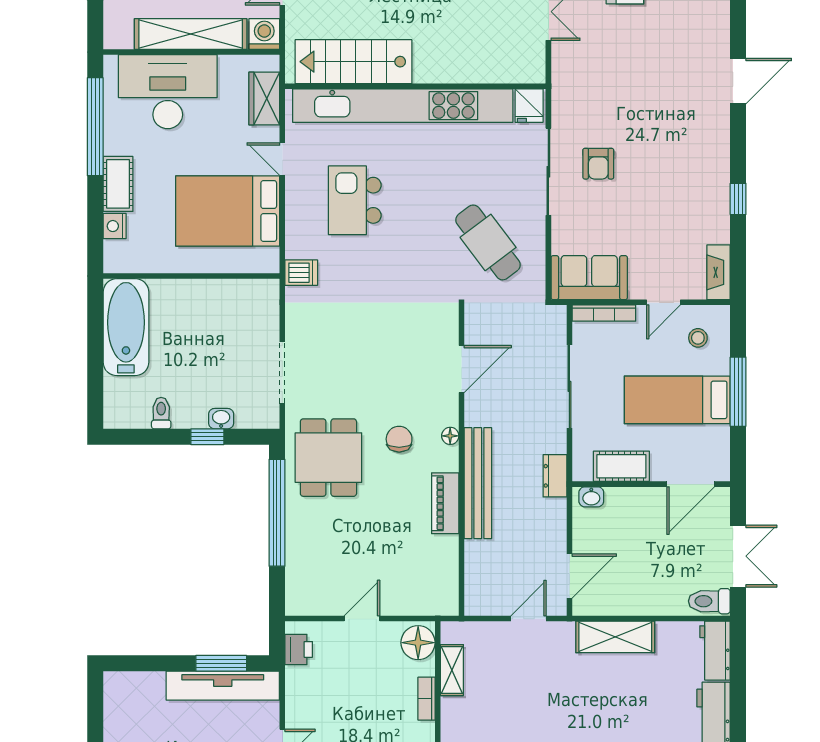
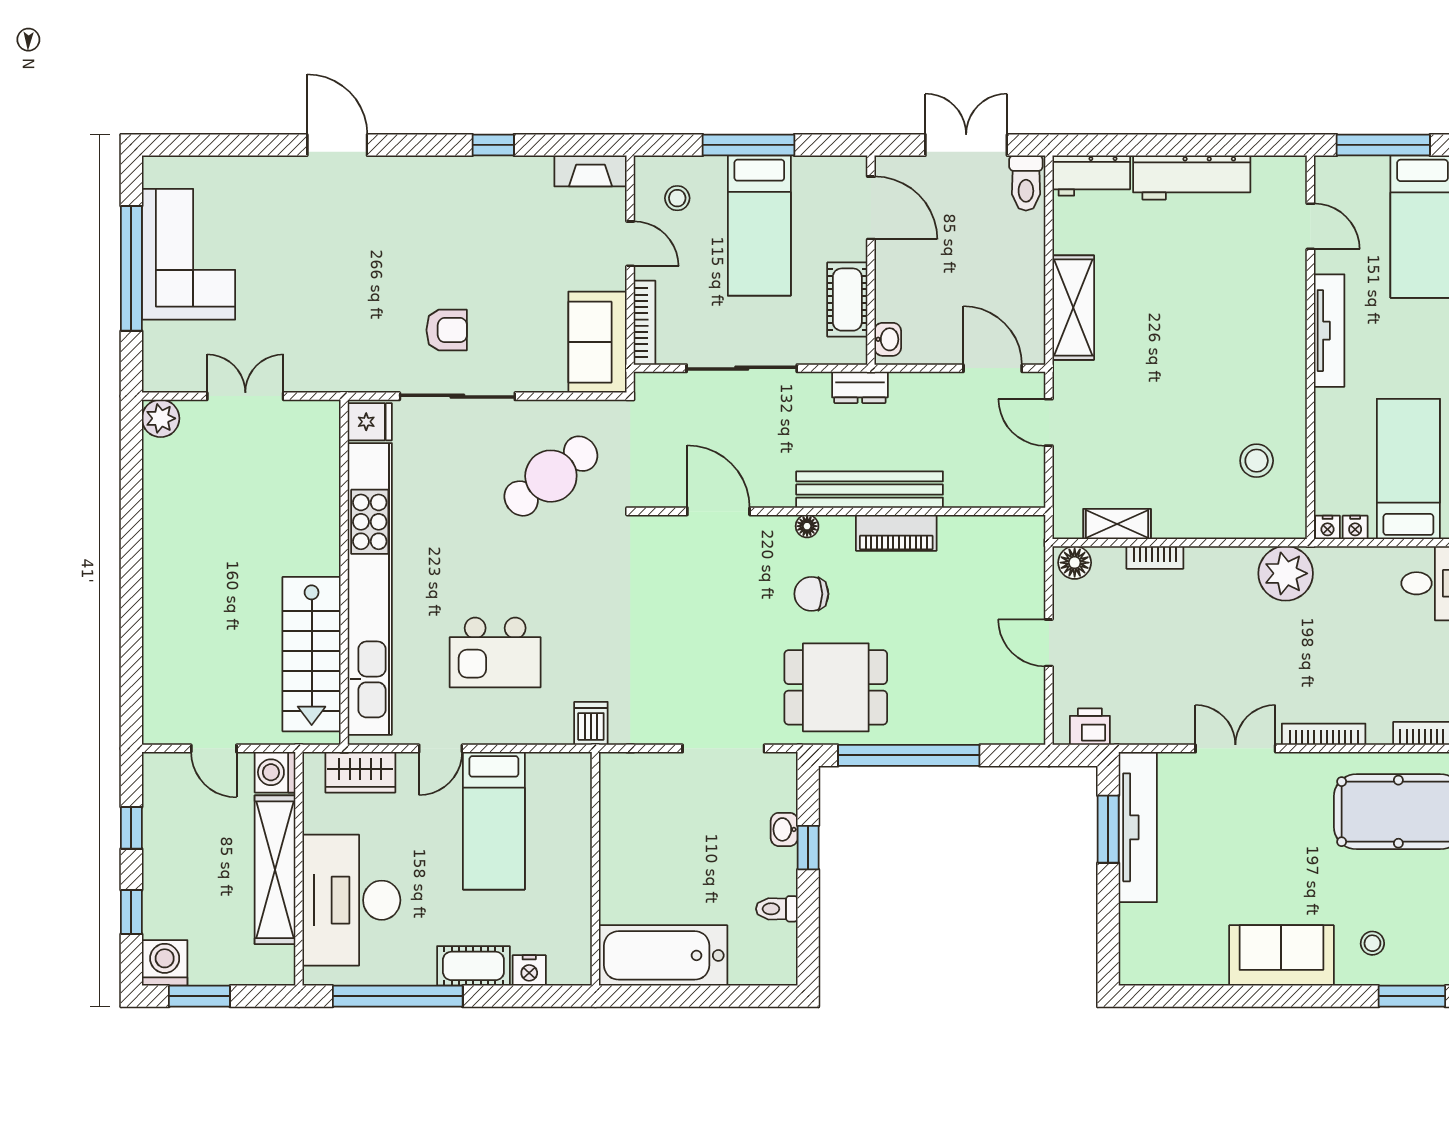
bed: (228, 211) -> (494, 821), width x0.67
floor lamp: (418, 643) -> (1075, 563), width x0.73, depth x0.73

